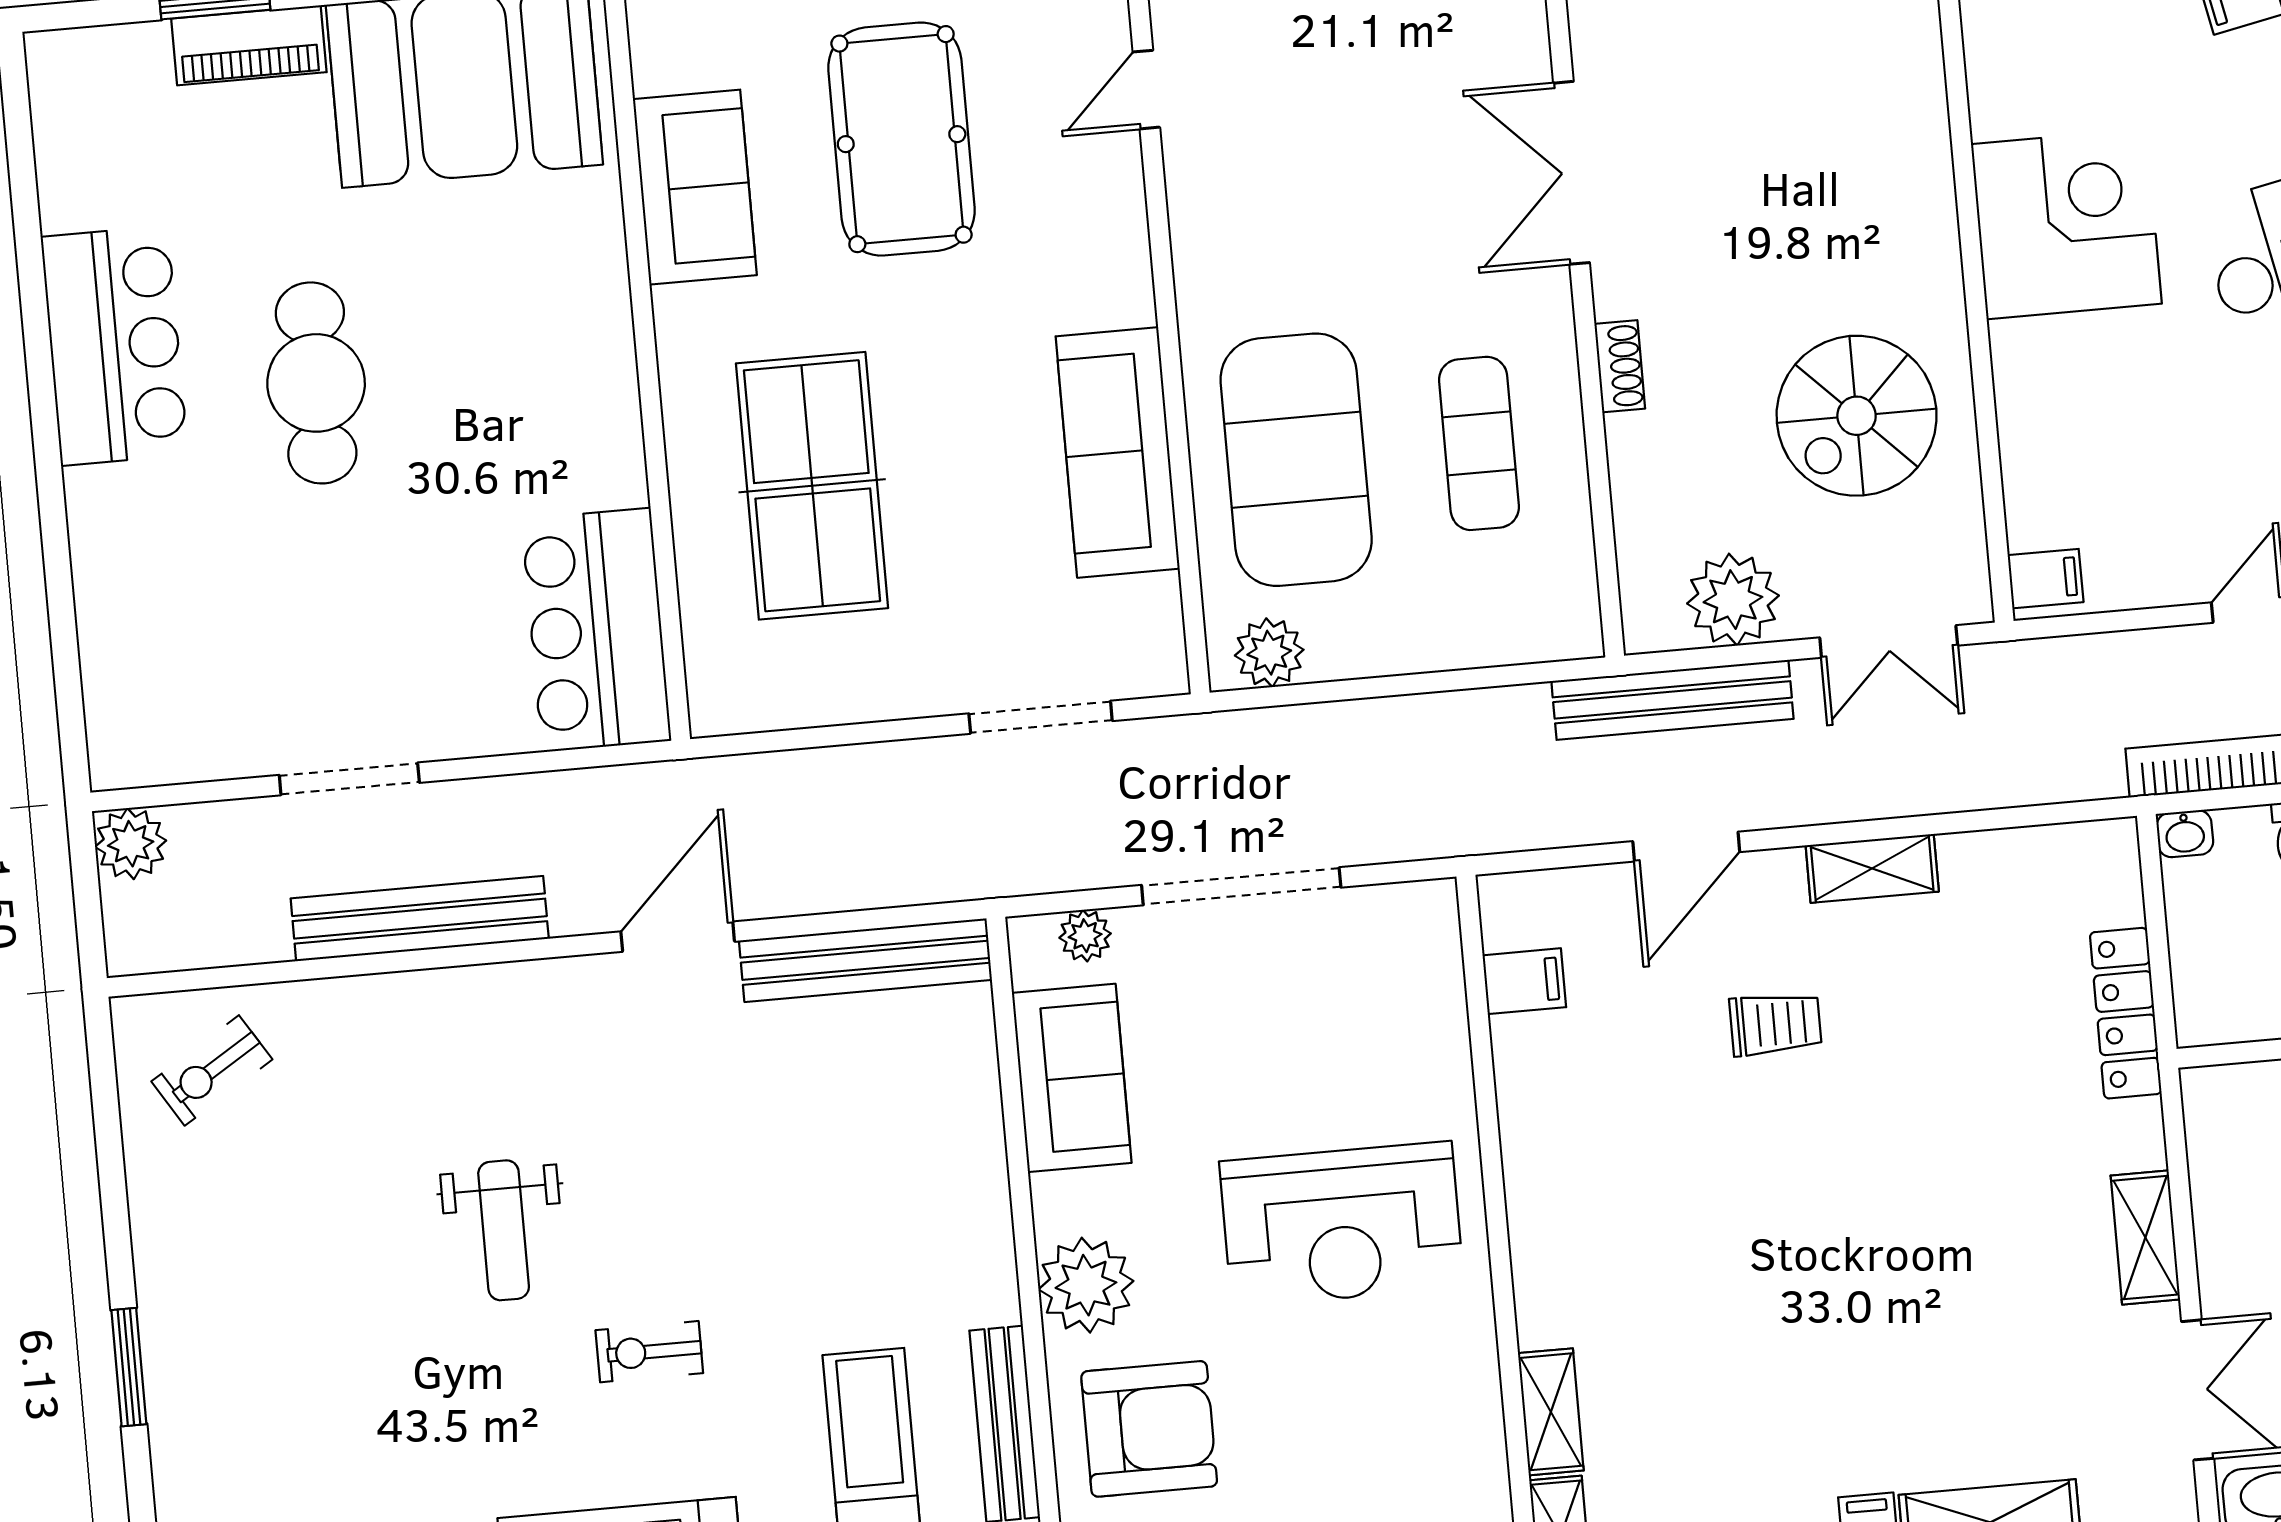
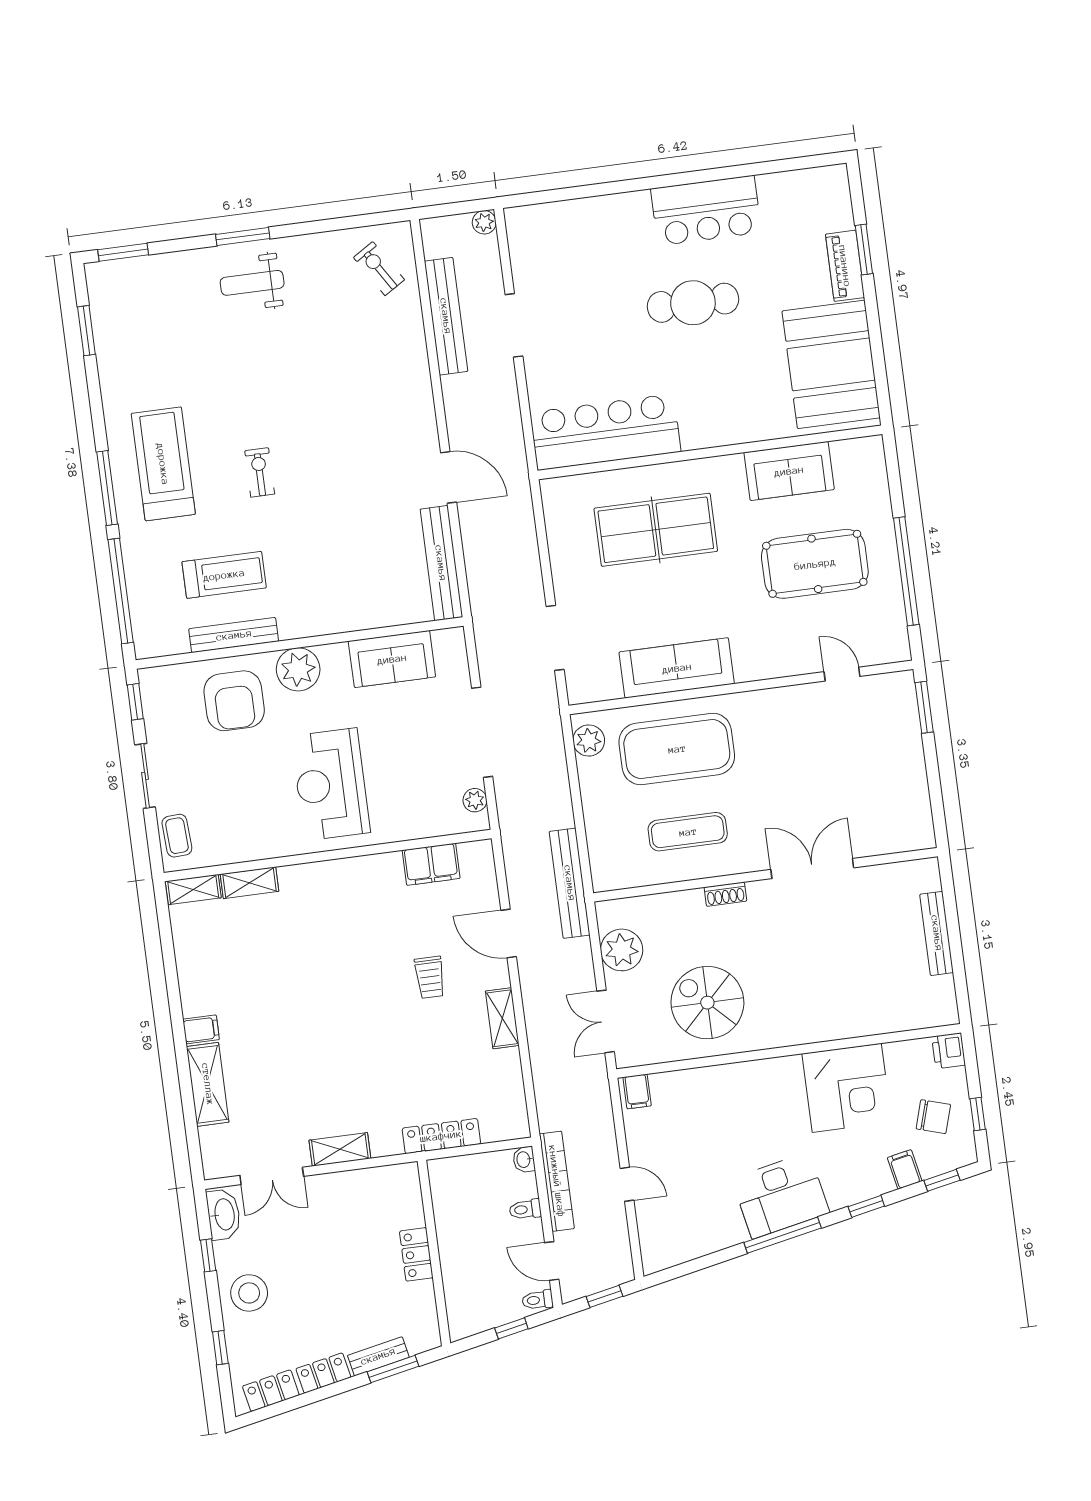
corner desk: (2066, 224) -> (847, 1088), moved
bar counter: (596, 630) -> (605, 432), width x1.36
bench: (1672, 700) -> (570, 883), moved
plant: (131, 844) -> (484, 222), width x0.73, depth x0.73
bench: (420, 919) -> (446, 316), moved
plant: (1085, 936) -> (475, 800), moved
filing cabinet: (1524, 981) -> (431, 864), width x2.00
weight bench: (504, 1230) -> (252, 283), moved

